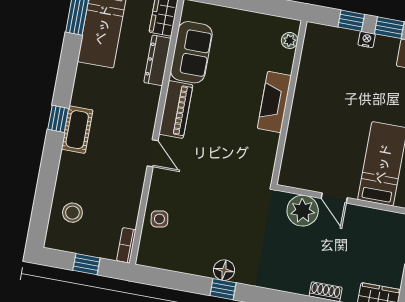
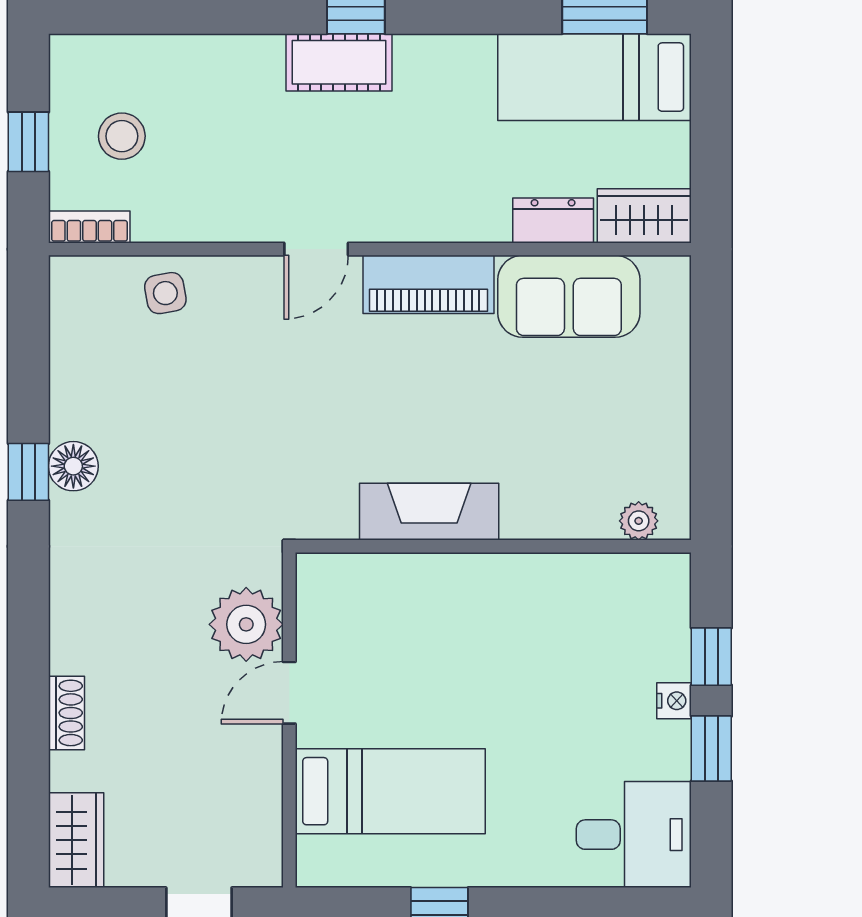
dresser: (157, 60) -> (553, 220), width x0.70
fireplace: (274, 102) -> (429, 512), moved
stool: (72, 213) -> (122, 136), moved

